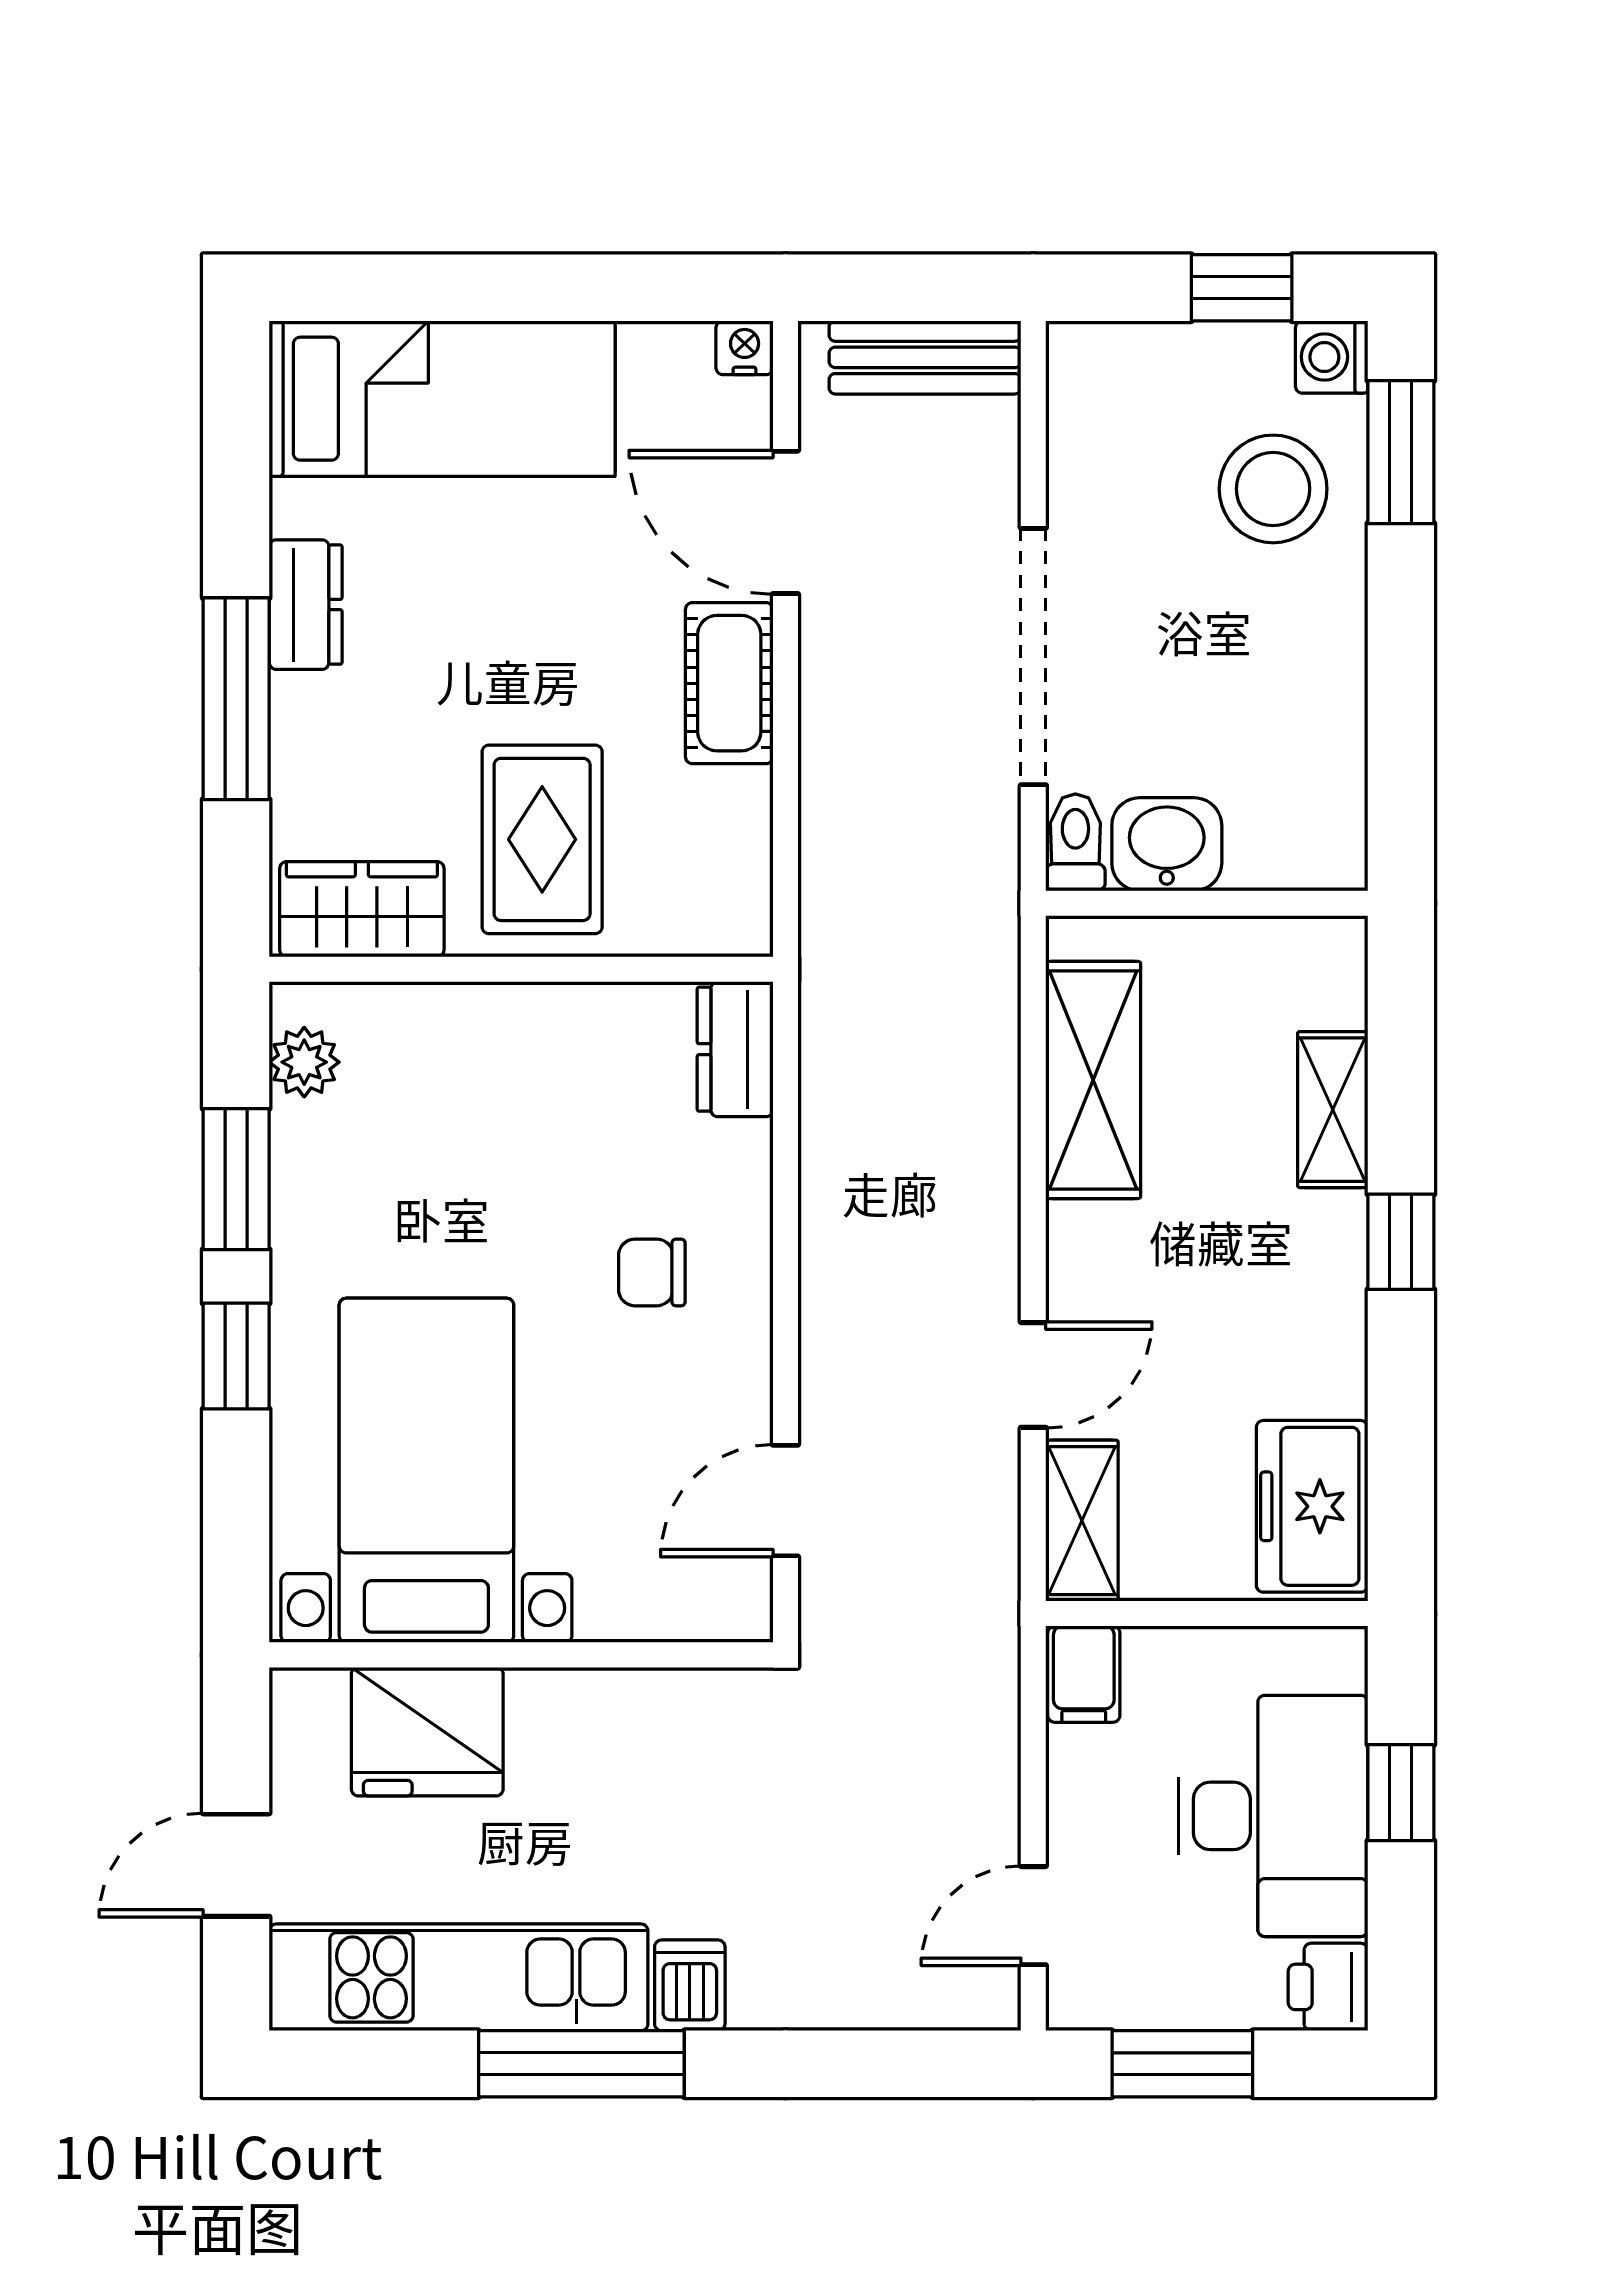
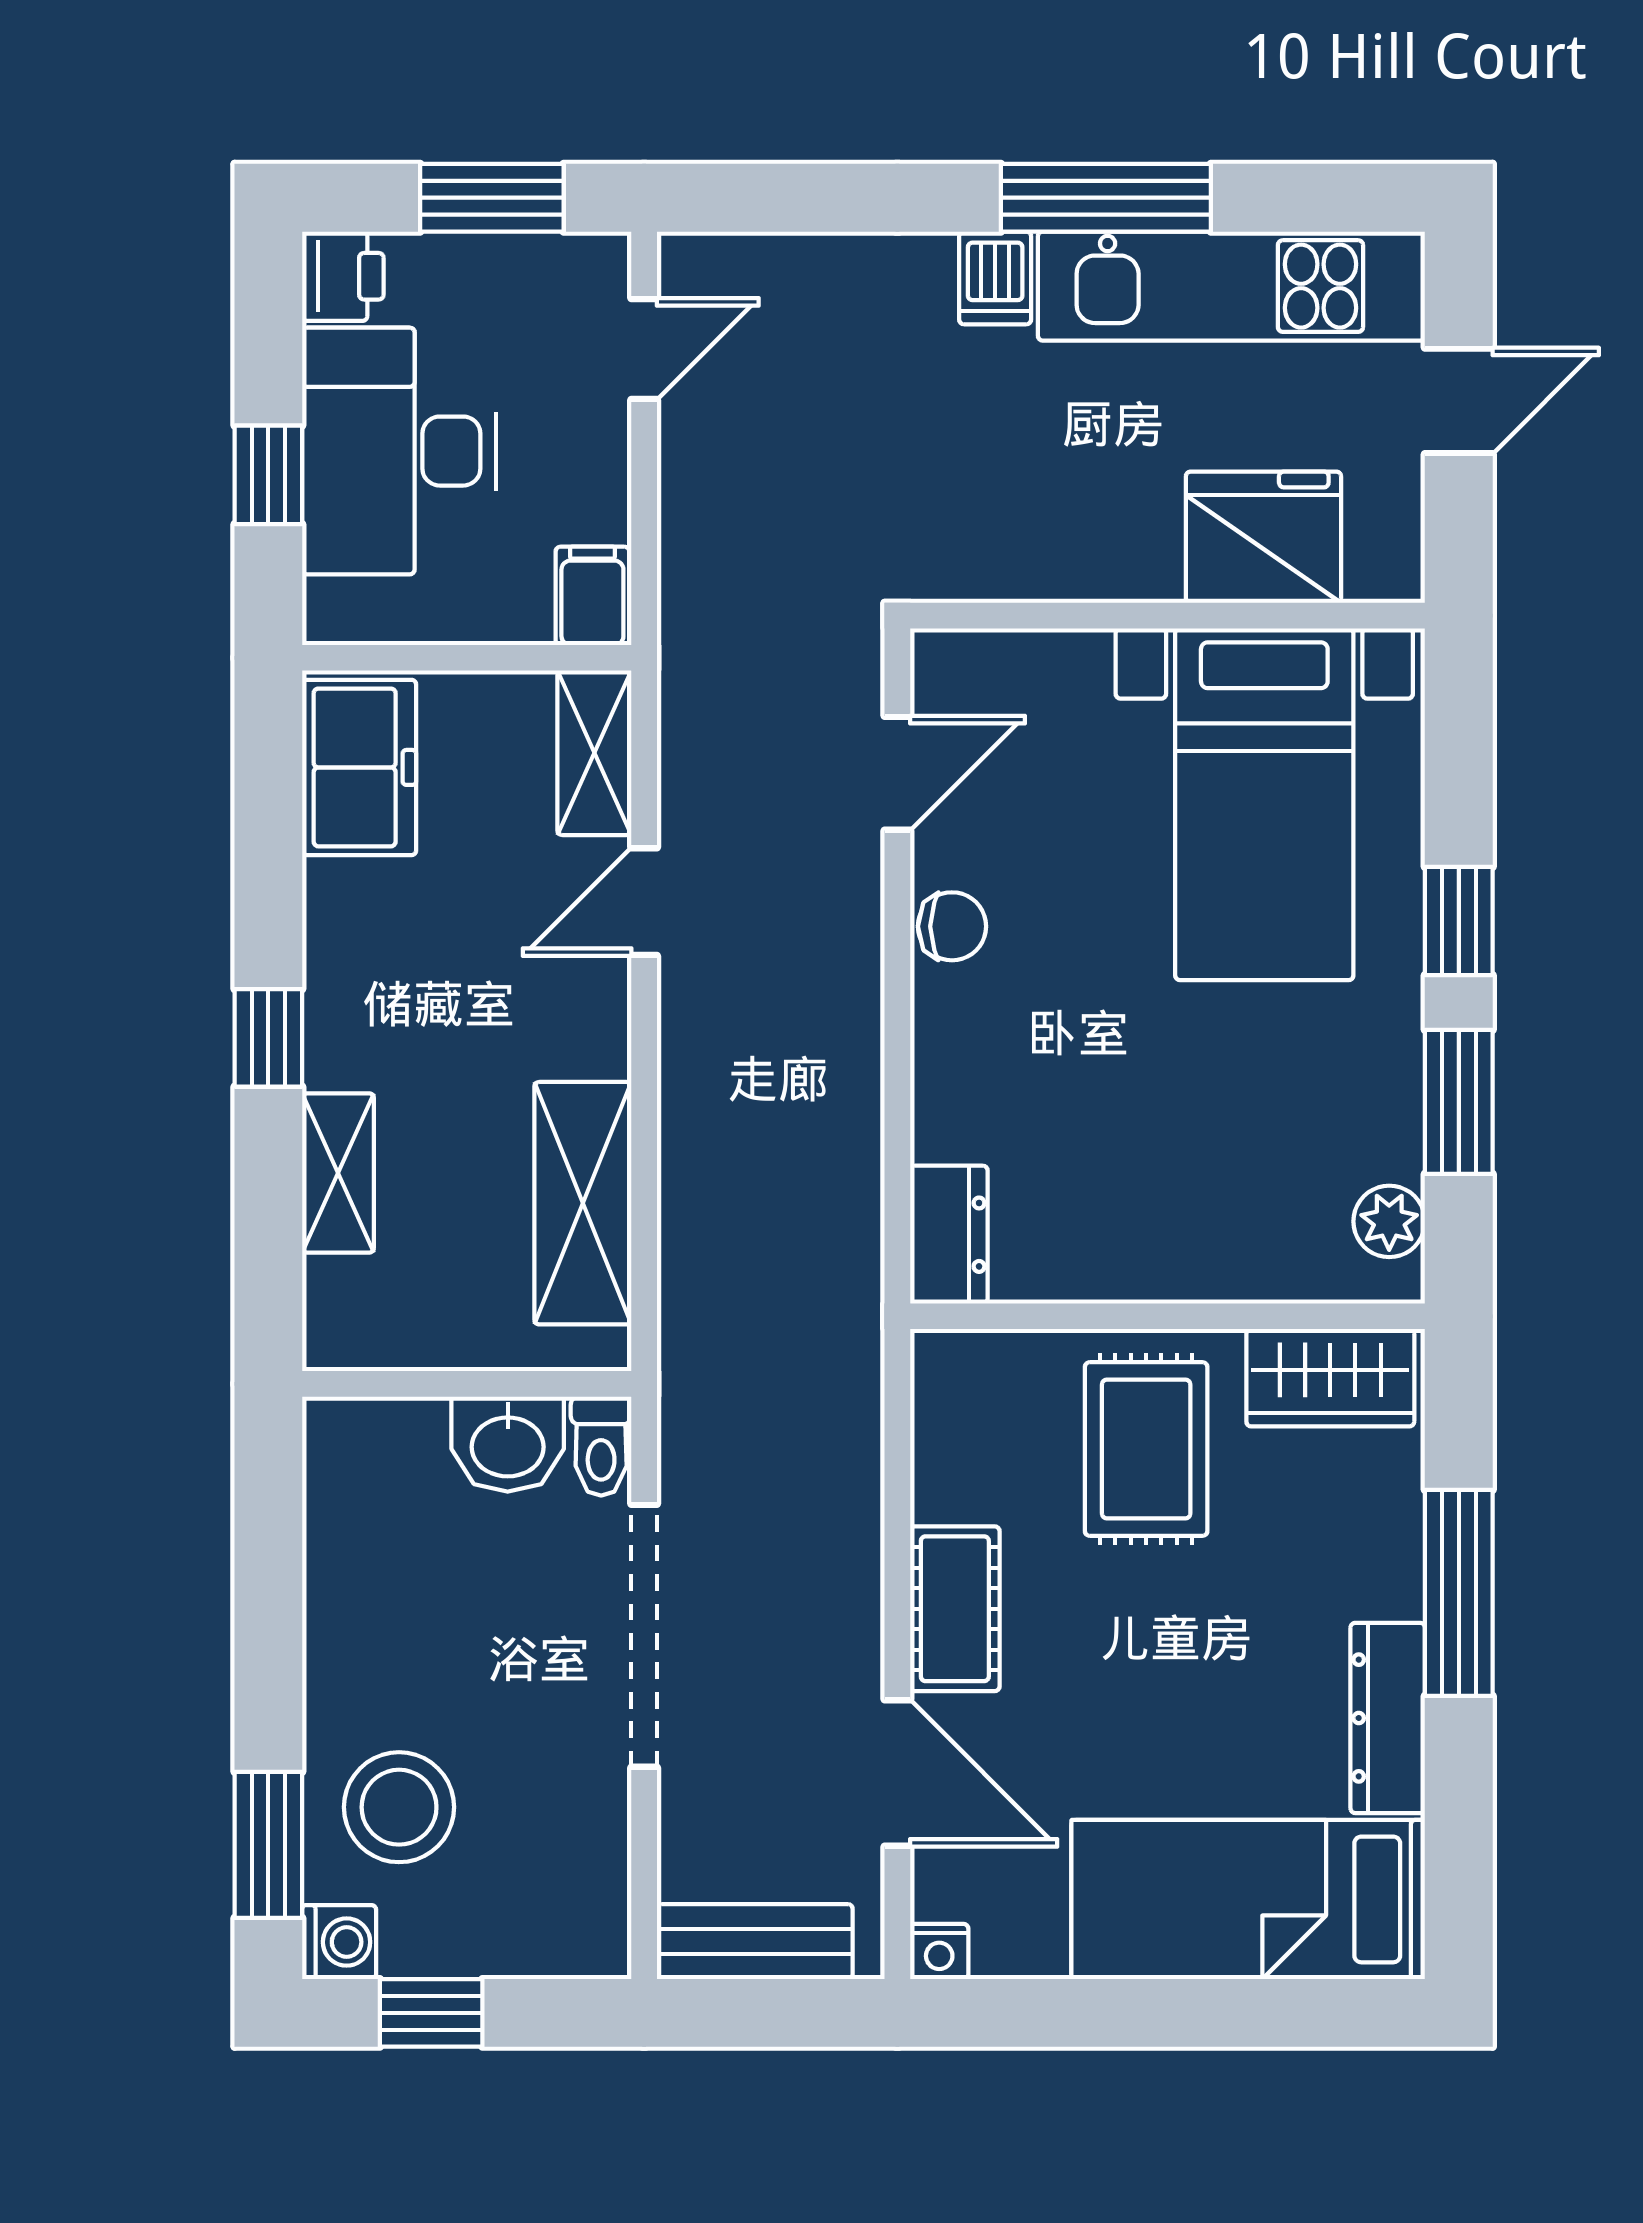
dresser: (306, 605) -> (1388, 1718), width x1.44
chair: (652, 1272) -> (952, 926), moved

